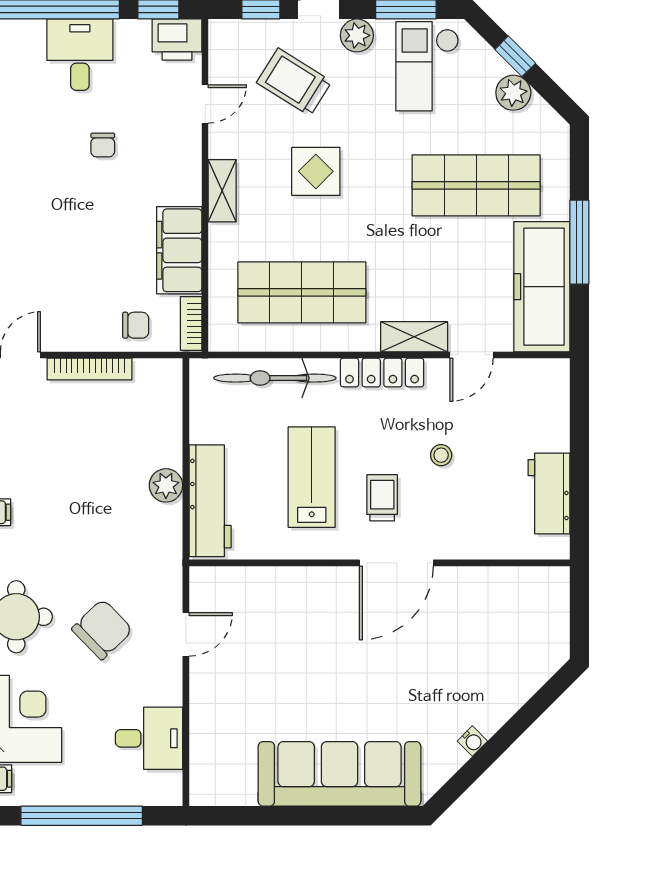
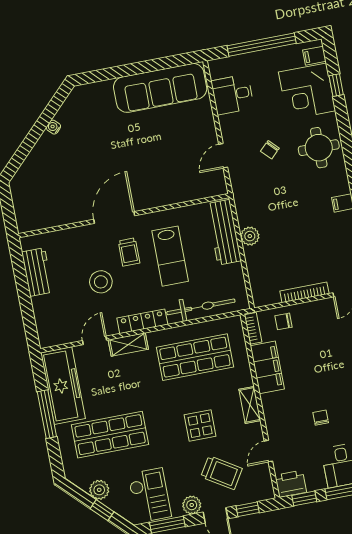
stool: (441, 455) -> (101, 282), width x1.89, depth x1.89
chair: (102, 629) -> (270, 150), width x0.54, depth x0.54
sofa: (340, 774) -> (160, 88), moved

